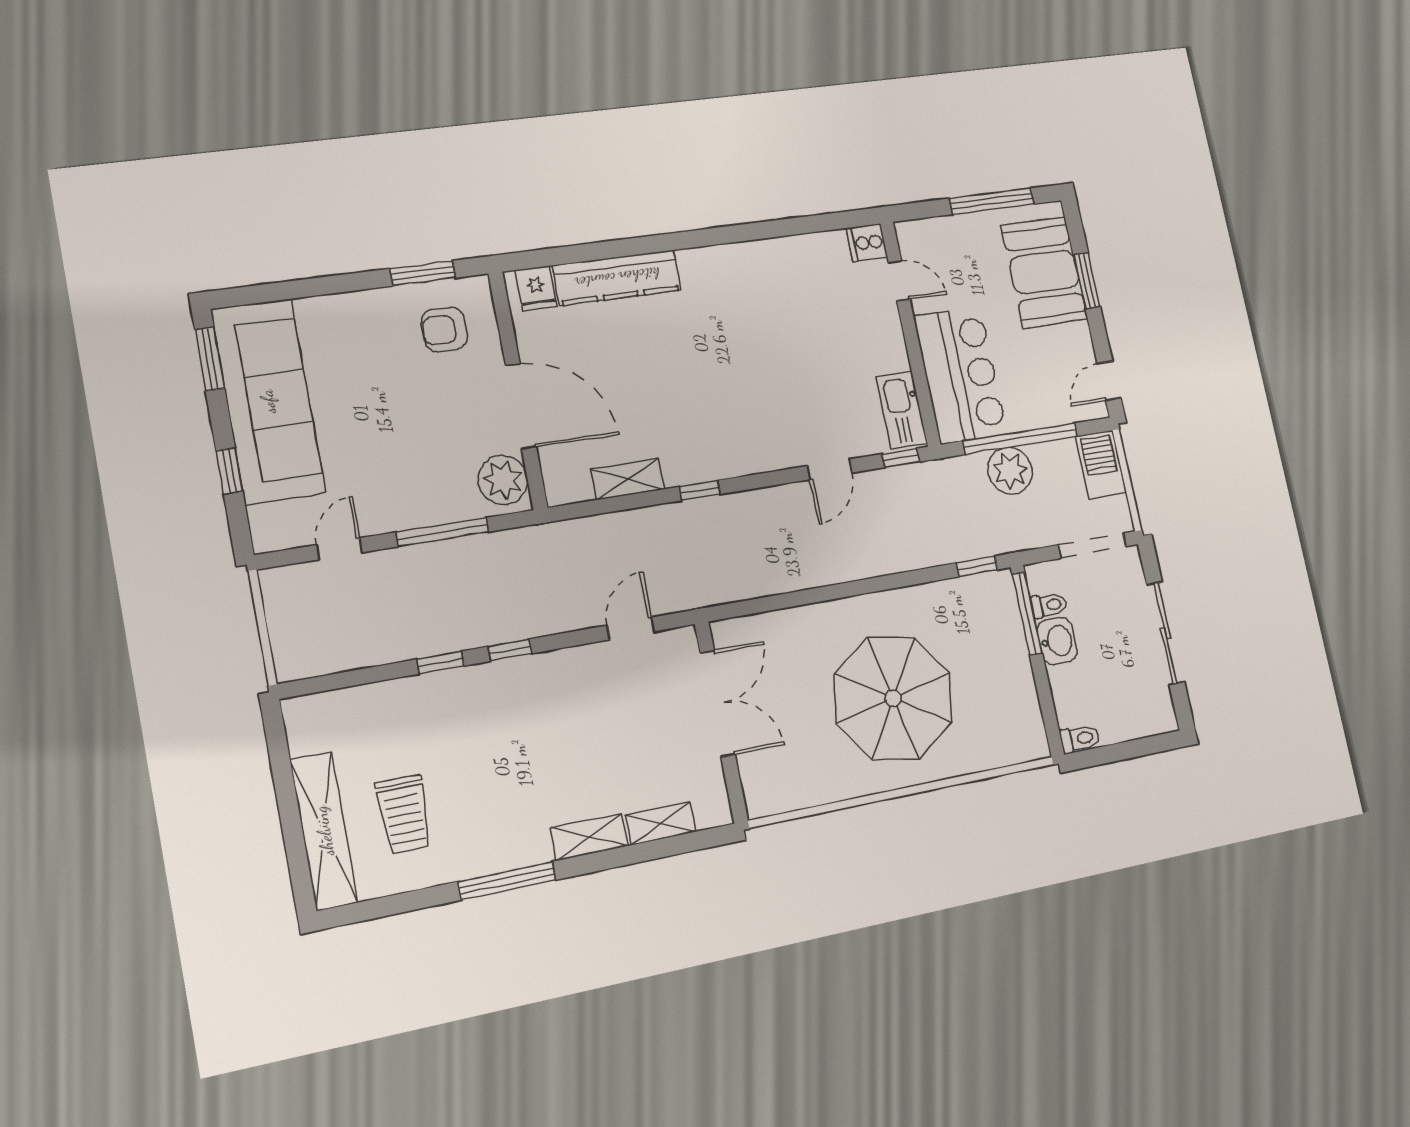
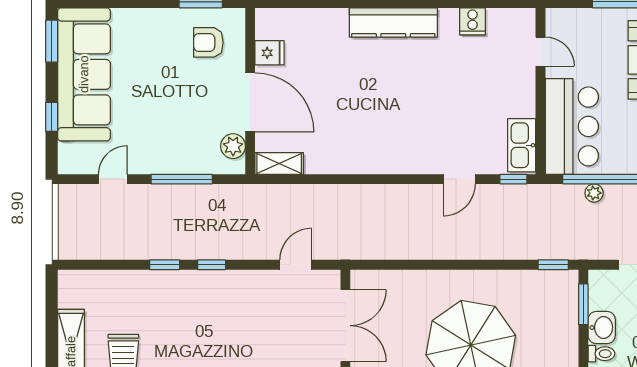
cooker: (867, 243) -> (472, 21), moved, turned -90
kitchen counter: (617, 278) -> (393, 22), moved
fridge: (536, 288) -> (269, 53), moved, turned -90
plant: (1010, 471) -> (594, 193), width x0.53, depth x0.53
shelving: (627, 479) -> (279, 163), moved
plant: (503, 480) -> (233, 146), width x0.73, depth x0.73
window: (700, 490) -> (363, 179), removed
toilet: (1049, 605) -> (601, 354), moved
window: (1027, 613) -> (583, 304), width x0.69

